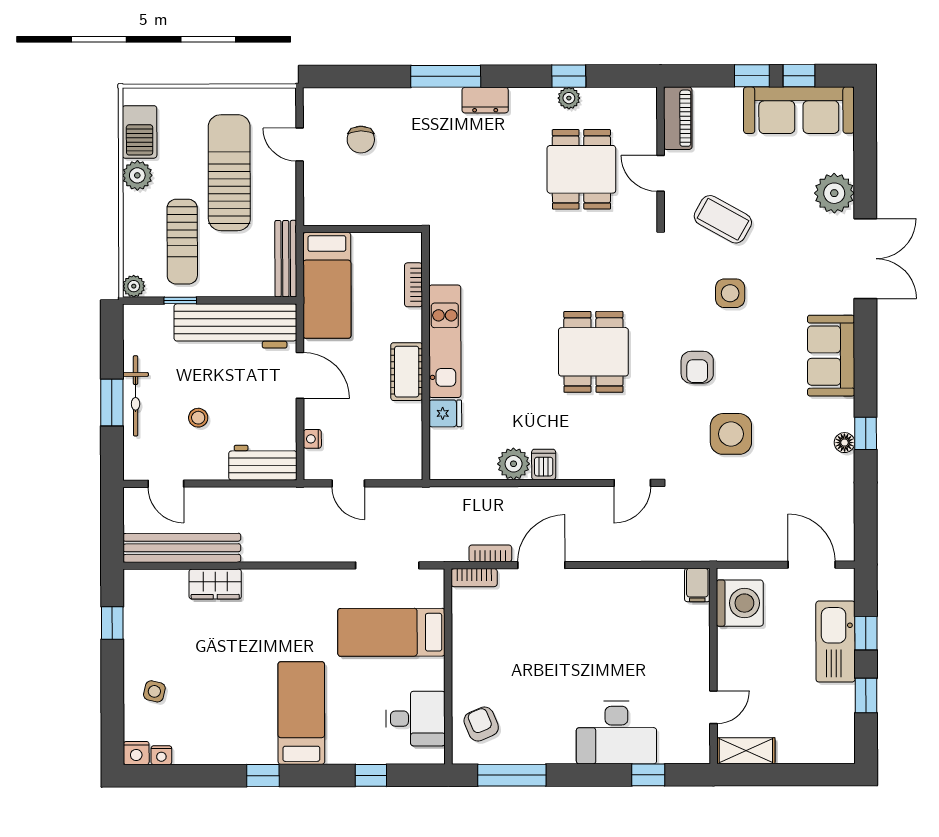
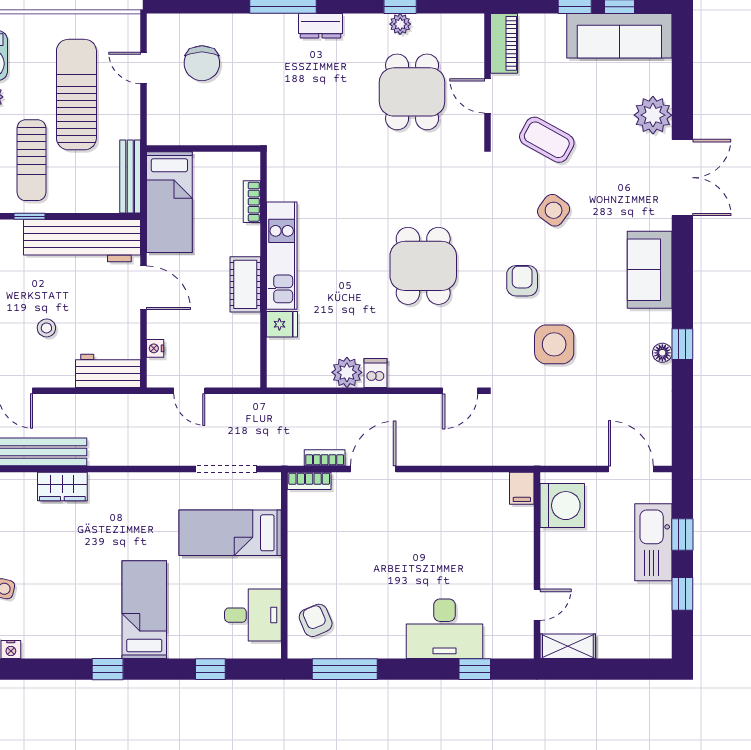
chair: (361, 140) -> (202, 63), width x1.37, depth x1.37
side table: (730, 293) -> (554, 210), turned 36
armchair: (697, 367) -> (522, 281), turned 180

